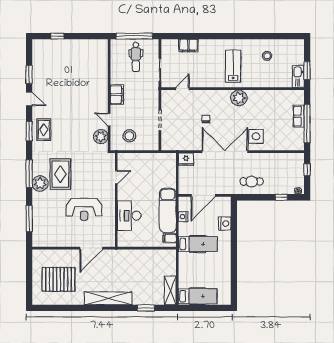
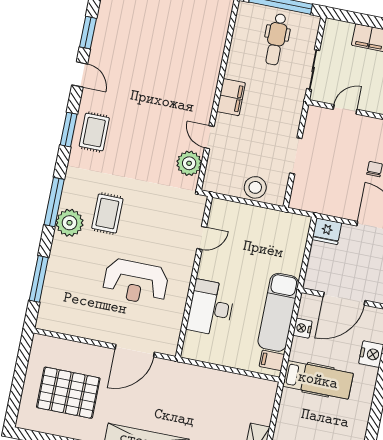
stool: (129, 136) -> (255, 187), moved
rug: (60, 174) -> (107, 214), width x0.73, depth x0.70

